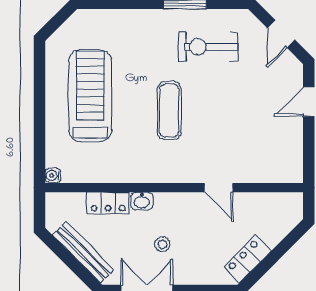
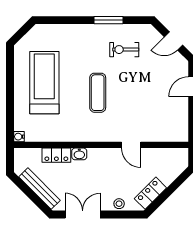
door: (281, 34) -> (174, 41), hinge flipped
exercise bike: (208, 47) -> (124, 50), width x0.73, depth x0.72
stool: (162, 244) -> (119, 204), moved

